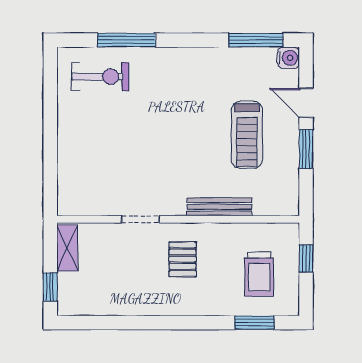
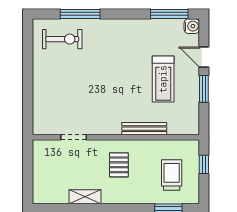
doorway: (141, 219) -> (74, 137), moved
shelving: (67, 248) -> (85, 197), moved, turned 90
trolley: (259, 274) -> (172, 175), turned 180
window: (50, 287) -> (28, 184), removed

